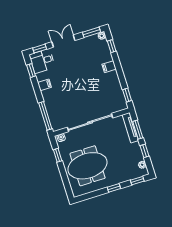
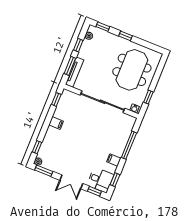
filing cabinet: (109, 67) -> (56, 123), moved
window: (45, 116) -> (129, 145), moved
meeting table: (88, 166) -> (132, 70), turned 90

